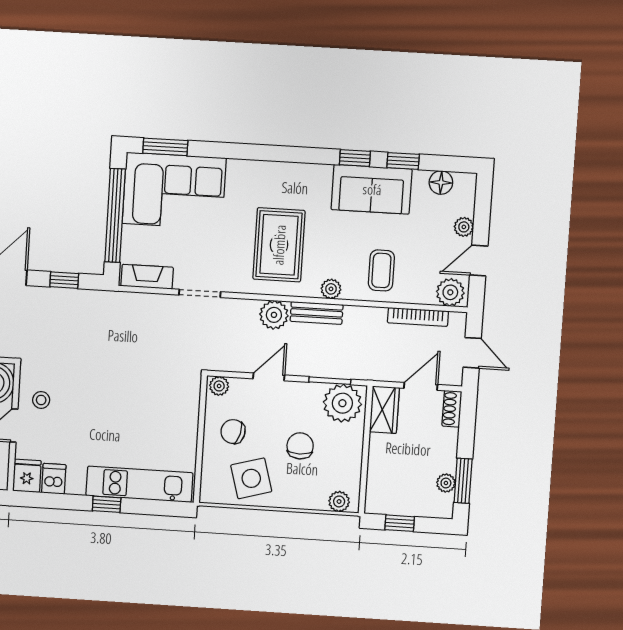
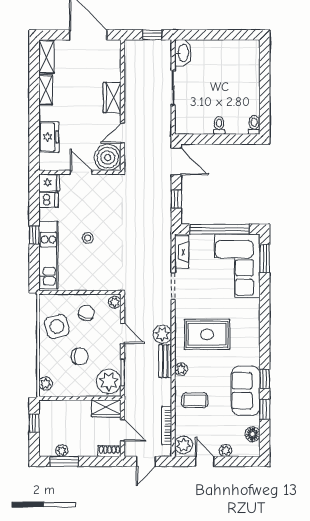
stool: (41, 400) -> (88, 238), moved

